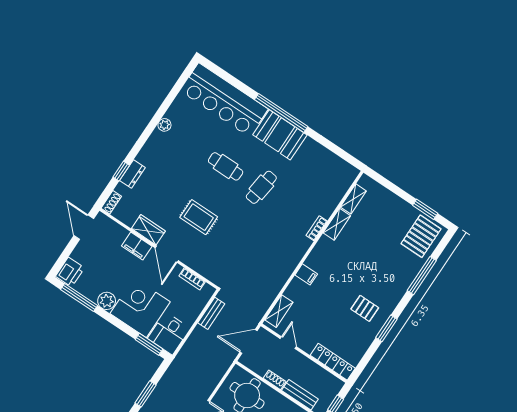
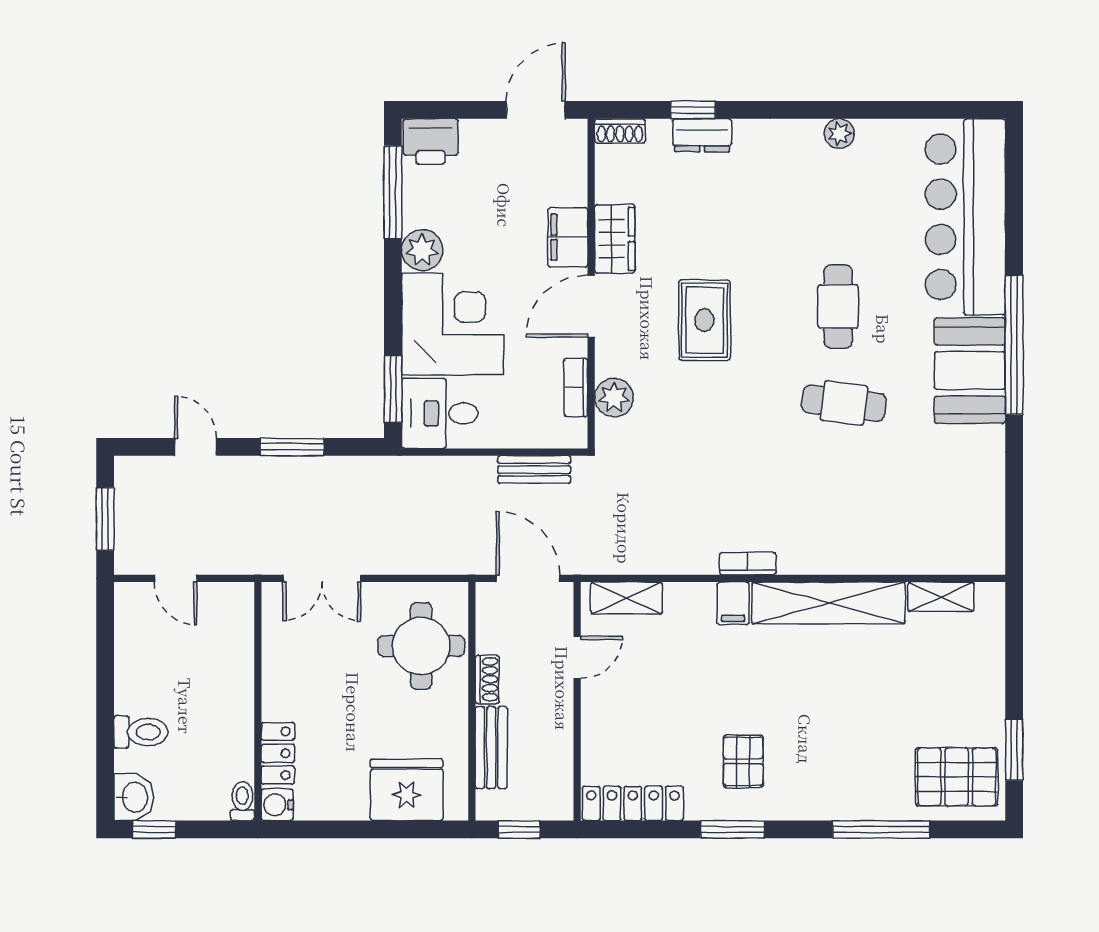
shelving: (337, 224) -> (829, 603), width x2.20, depth x1.33
bookcase: (317, 228) -> (748, 564), moved
plant: (205, 268) -> (614, 397), added
locker: (333, 362) -> (633, 803), moved, turned -90

